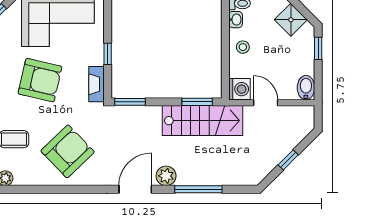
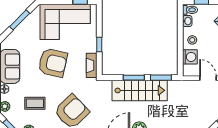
washing machine: (240, 89) -> (190, 57), moved
window: (130, 102) -> (134, 78), moved
stairs: (203, 121) -> (140, 90), moved

